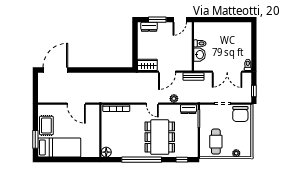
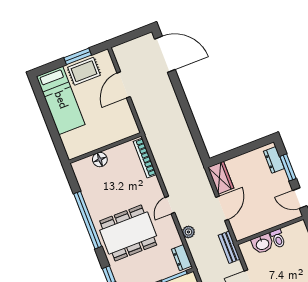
door: (167, 72) -> (222, 208), swing flipped
door: (76, 104) -> (124, 85), moved
window: (35, 139) -> (78, 56), moved
floor lamp: (106, 152) -> (100, 160), moved

